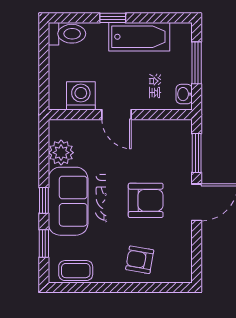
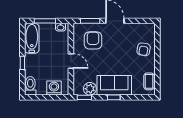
bathtub: (139, 37) -> (32, 38), moved
washing machine: (81, 96) -> (54, 88), moved, turned 90
door: (116, 115) -> (71, 61), hinge flipped
armchair: (146, 200) -> (93, 40), moved
window: (44, 243) -> (84, 97), moved

